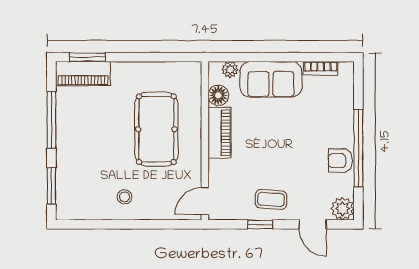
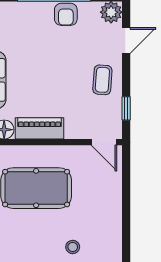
stool: (125, 197) -> (73, 247), moved
window: (260, 224) -> (126, 108), moved

